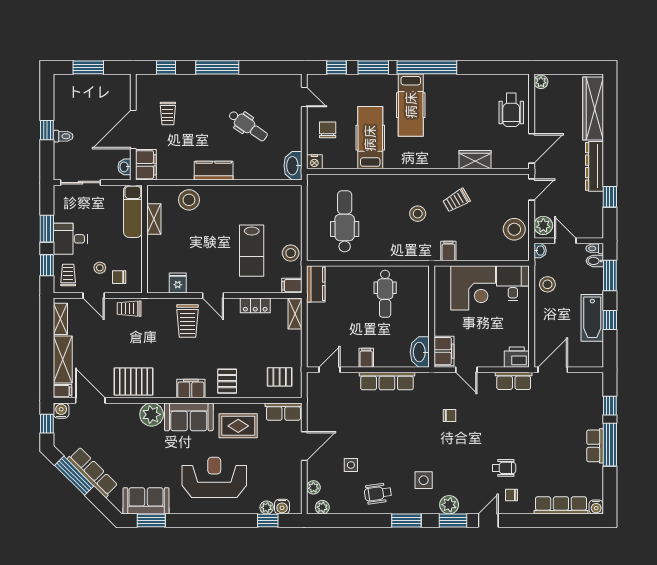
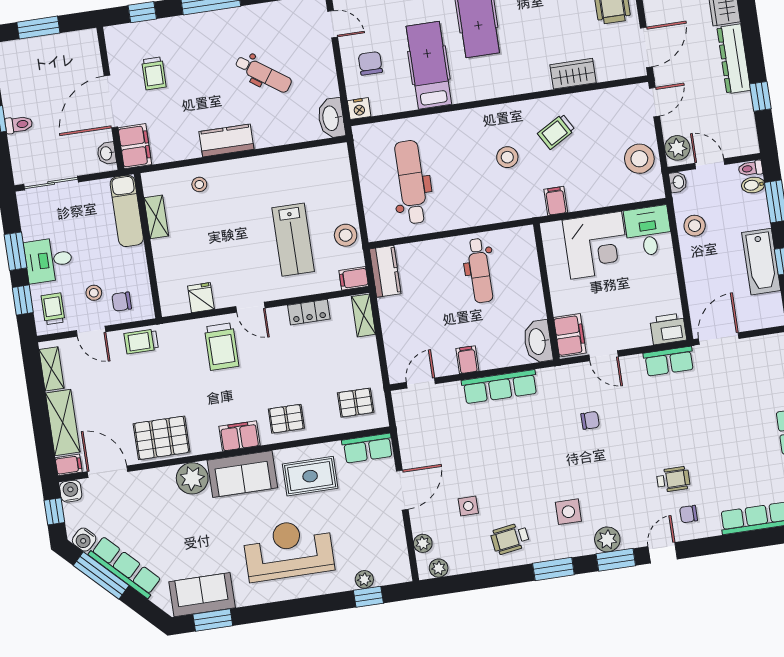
stool: (189, 200) -> (199, 184), width x0.53, depth x0.53
pallet: (227, 381) -> (286, 419), turned 90
water cooler: (282, 507) -> (84, 540), moved, turned 45

